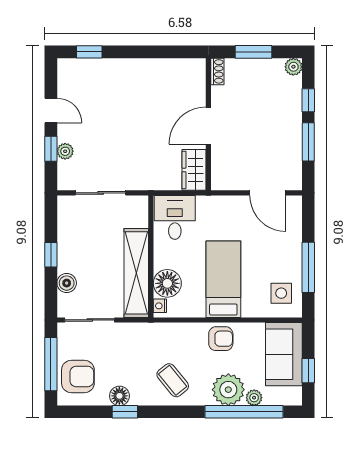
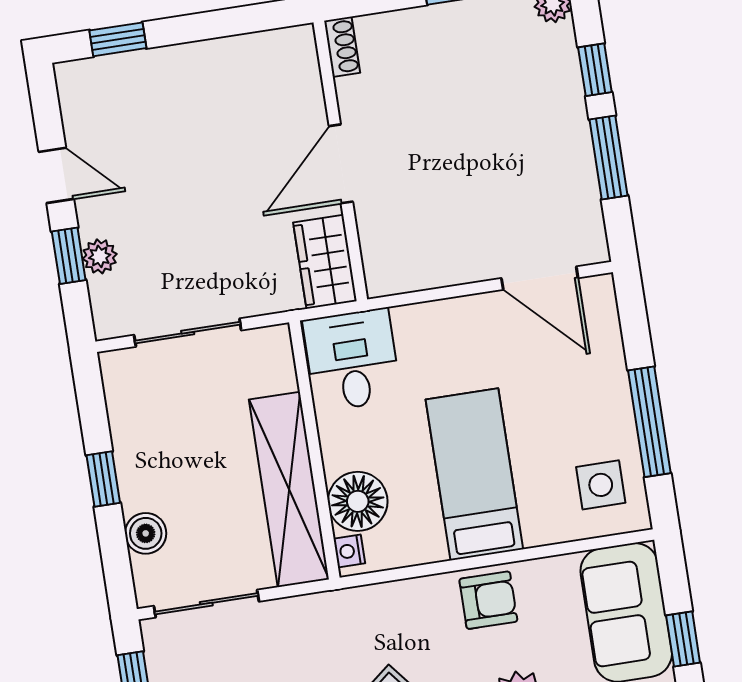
shoe rack: (217, 71) -> (342, 47), moved
wall: (208, 124) -> (340, 161), moved
door: (208, 126) -> (341, 164), moved
wardrobe: (194, 170) -> (325, 262), moved

